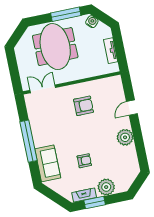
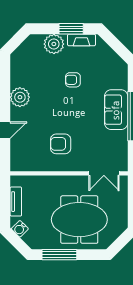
water cooler: (92, 22) -> (20, 229), moved
meeting table: (55, 47) -> (79, 220), turned 90
sofa: (48, 163) -> (116, 110), moved

